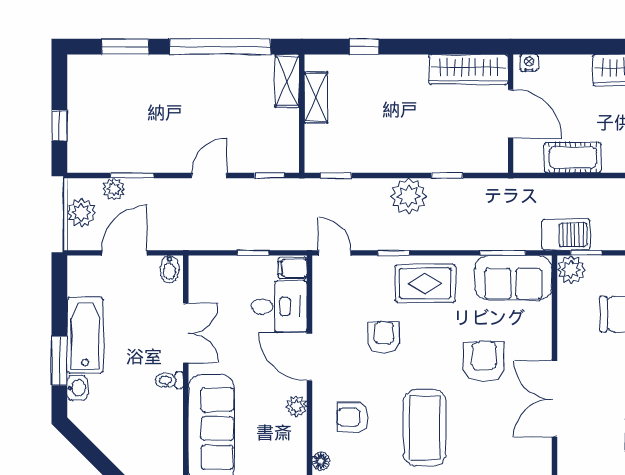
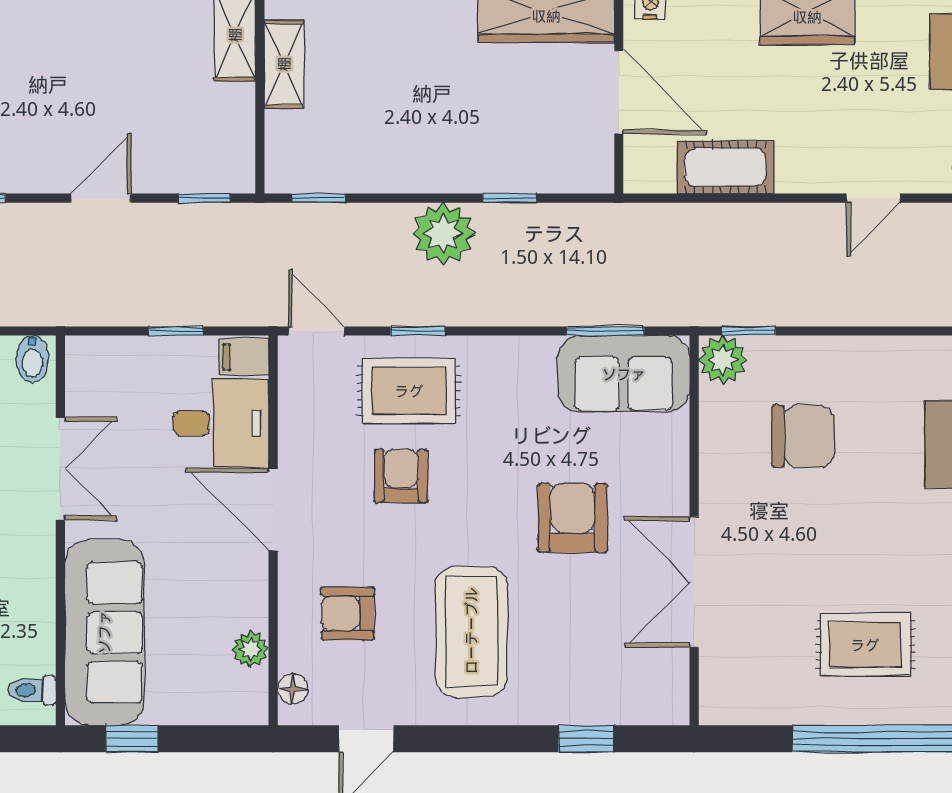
barbecue: (566, 235) -> (714, 300), removed
rug: (425, 283) -> (409, 391), moved
toilet: (169, 380) -> (32, 690), moved
plant: (296, 406) -> (250, 649), moved

